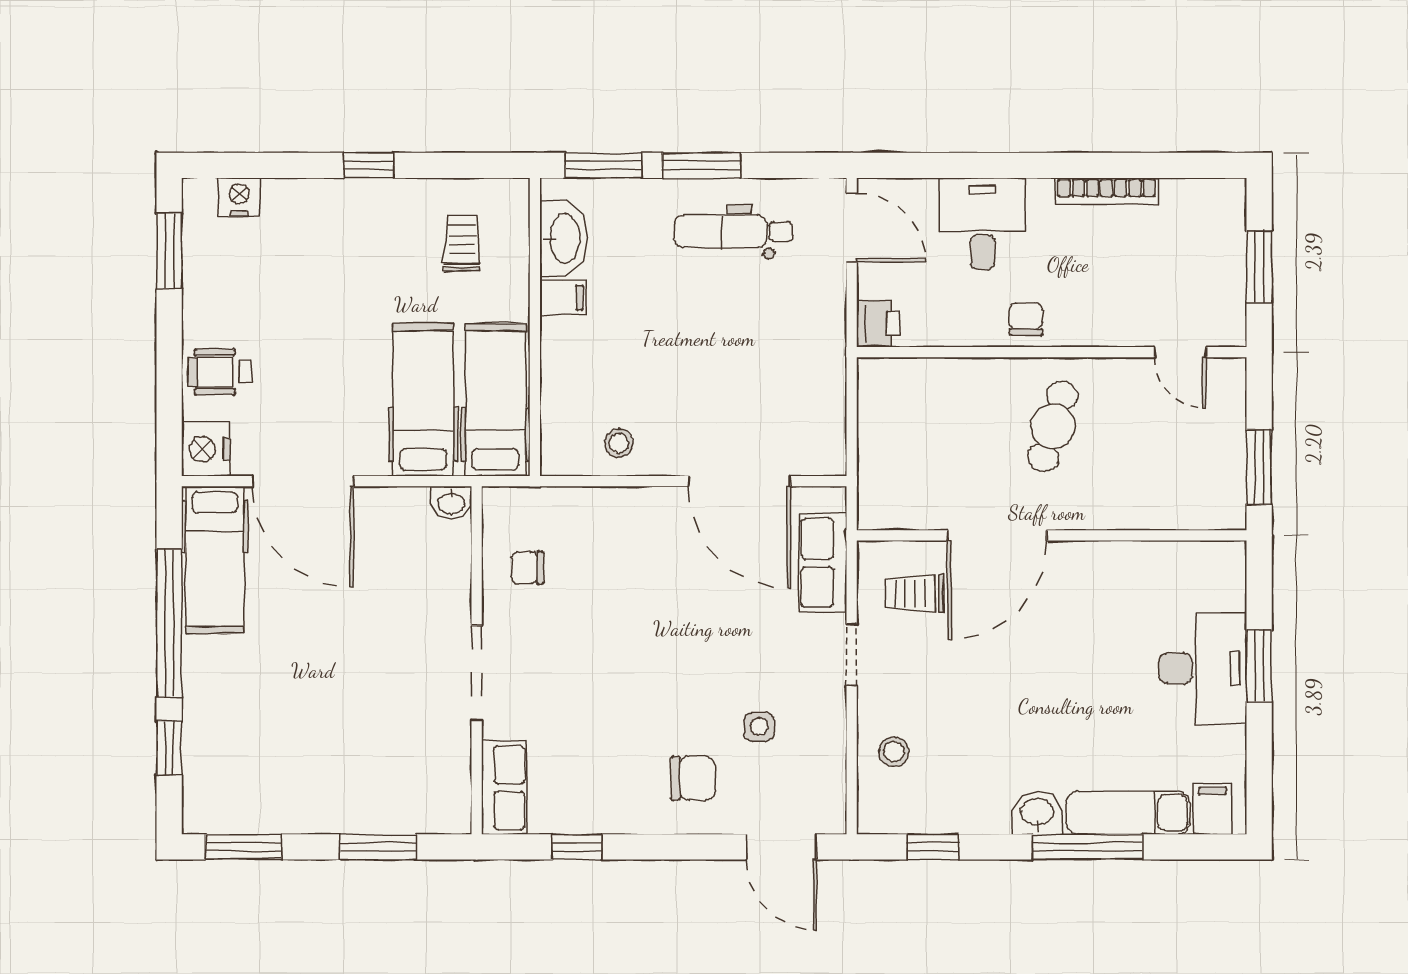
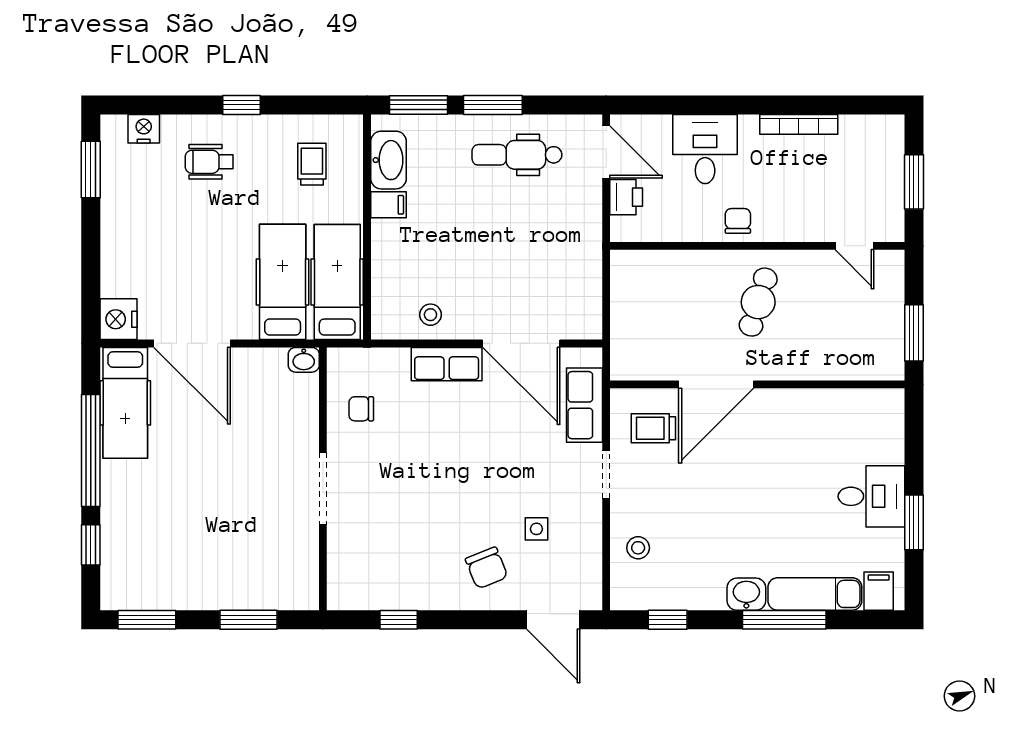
printer: (878, 323) -> (626, 197), moved
wheelchair: (220, 372) -> (209, 162), moved
window: (1259, 666) -> (914, 522), moved
desk: (1203, 668) -> (871, 496), width x0.73
chair: (693, 778) -> (487, 568), turned 68
row of seats: (504, 788) -> (447, 364), moved, turned 90

